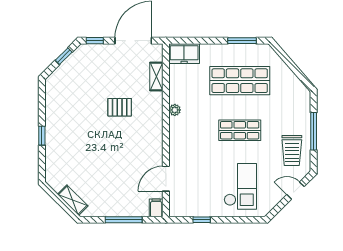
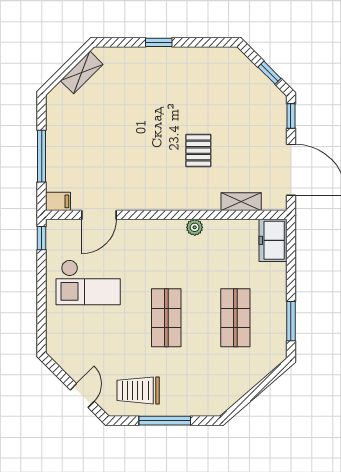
shop shelf: (240, 81) -> (235, 318), width x0.70, depth x0.74
door: (166, 179) -> (99, 215), swing flipped
checkout: (240, 186) -> (88, 282), moved
shelving: (73, 200) -> (82, 72), moved
window: (202, 220) -> (42, 238), moved

